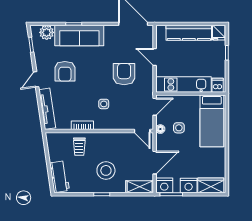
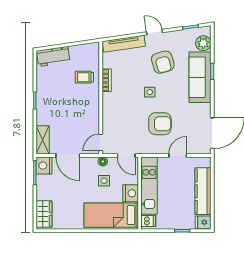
armchair: (65, 71) -> (163, 62), turned -106
side table: (104, 104) -> (150, 92), moved
stool: (106, 170) -> (60, 105), removed
nightstand: (189, 186) -> (131, 193), moved, turned 180

